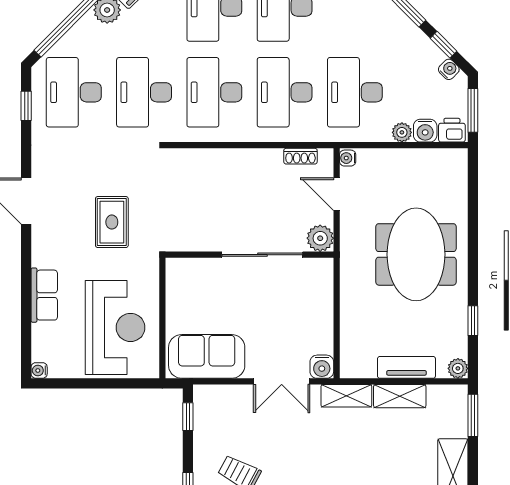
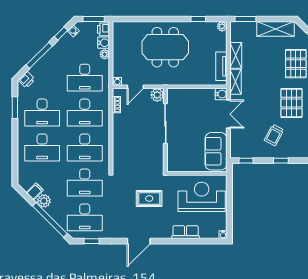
tv unit: (406, 367) -> (221, 66), moved

